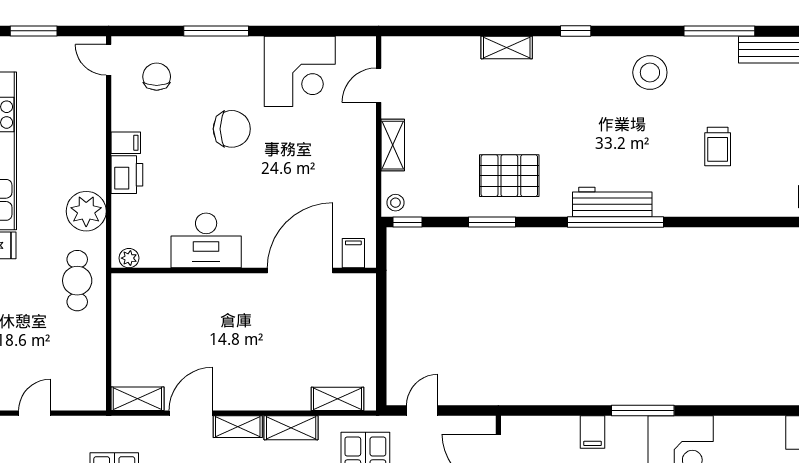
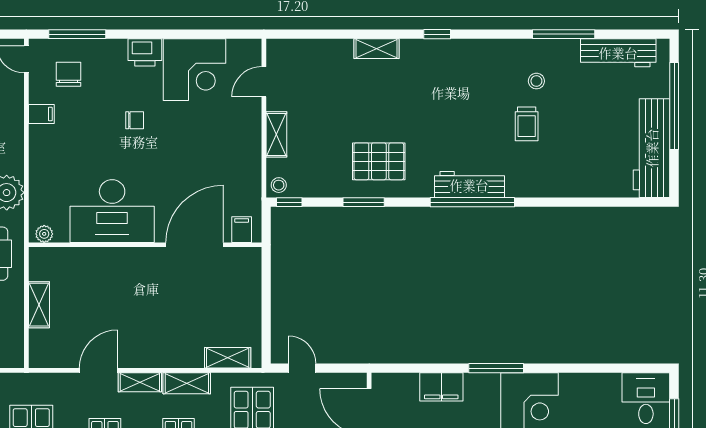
window: (216, 31) -> (77, 34), moved
stool: (650, 72) -> (536, 81), moved, width x0.53, depth x0.53
chair: (232, 129) -> (135, 120), width x0.54, depth x0.54
filing cabinet: (126, 143) -> (41, 114), moved
trolley: (718, 147) -> (527, 124), moved
printer: (127, 175) -> (145, 52), moved, turned 90
desk: (206, 240) -> (112, 211), width x1.36, depth x1.30
shelving: (137, 399) -> (39, 305), moved, turned 90
door: (422, 411) -> (302, 368), hinge flipped
filing cabinet: (592, 432) -> (441, 387), width x2.00

